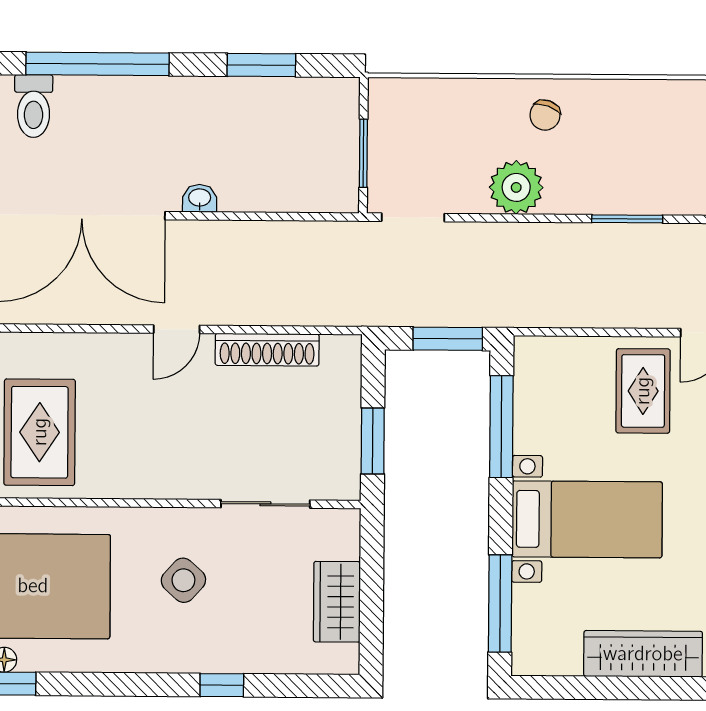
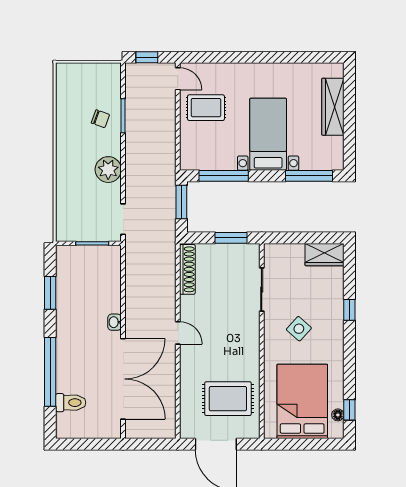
chair: (545, 115) -> (100, 119), moved
shoe rack: (267, 350) -> (187, 269), moved
wardrobe: (337, 602) -> (324, 255), moved

